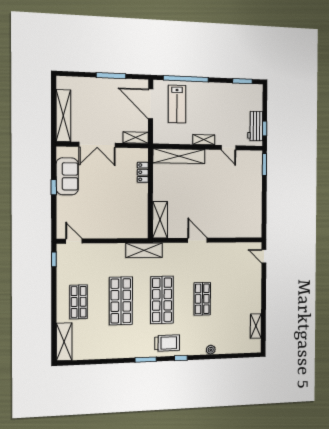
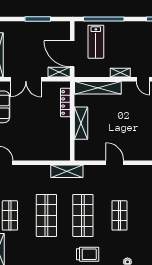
door: (151, 104) -> (72, 54), moved
locker: (143, 172) -> (65, 102), width x1.53
shelving: (160, 220) -> (81, 123), moved

